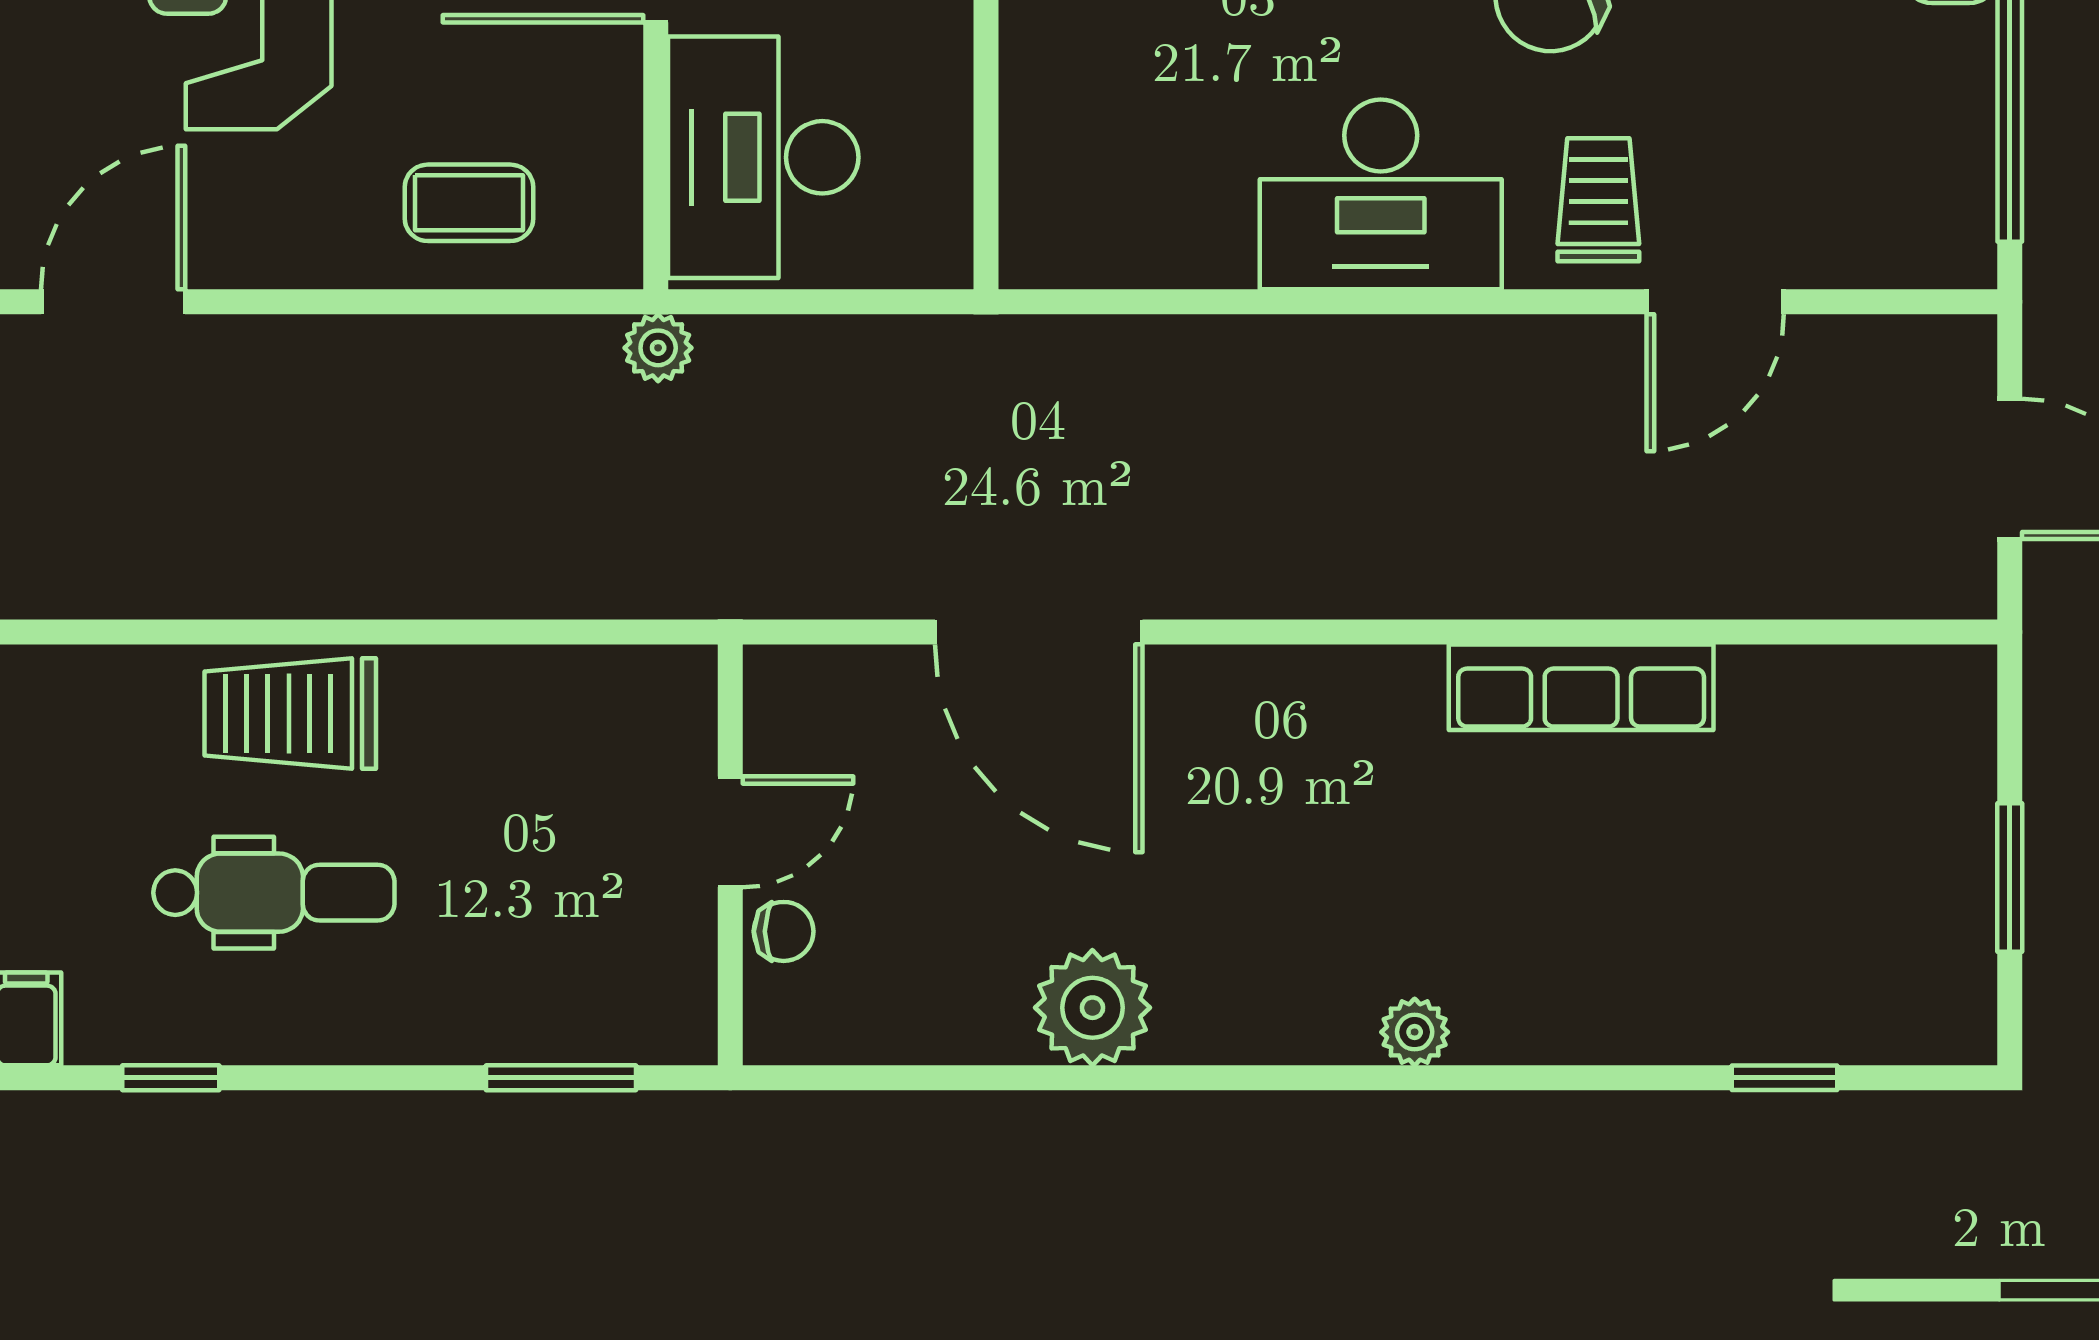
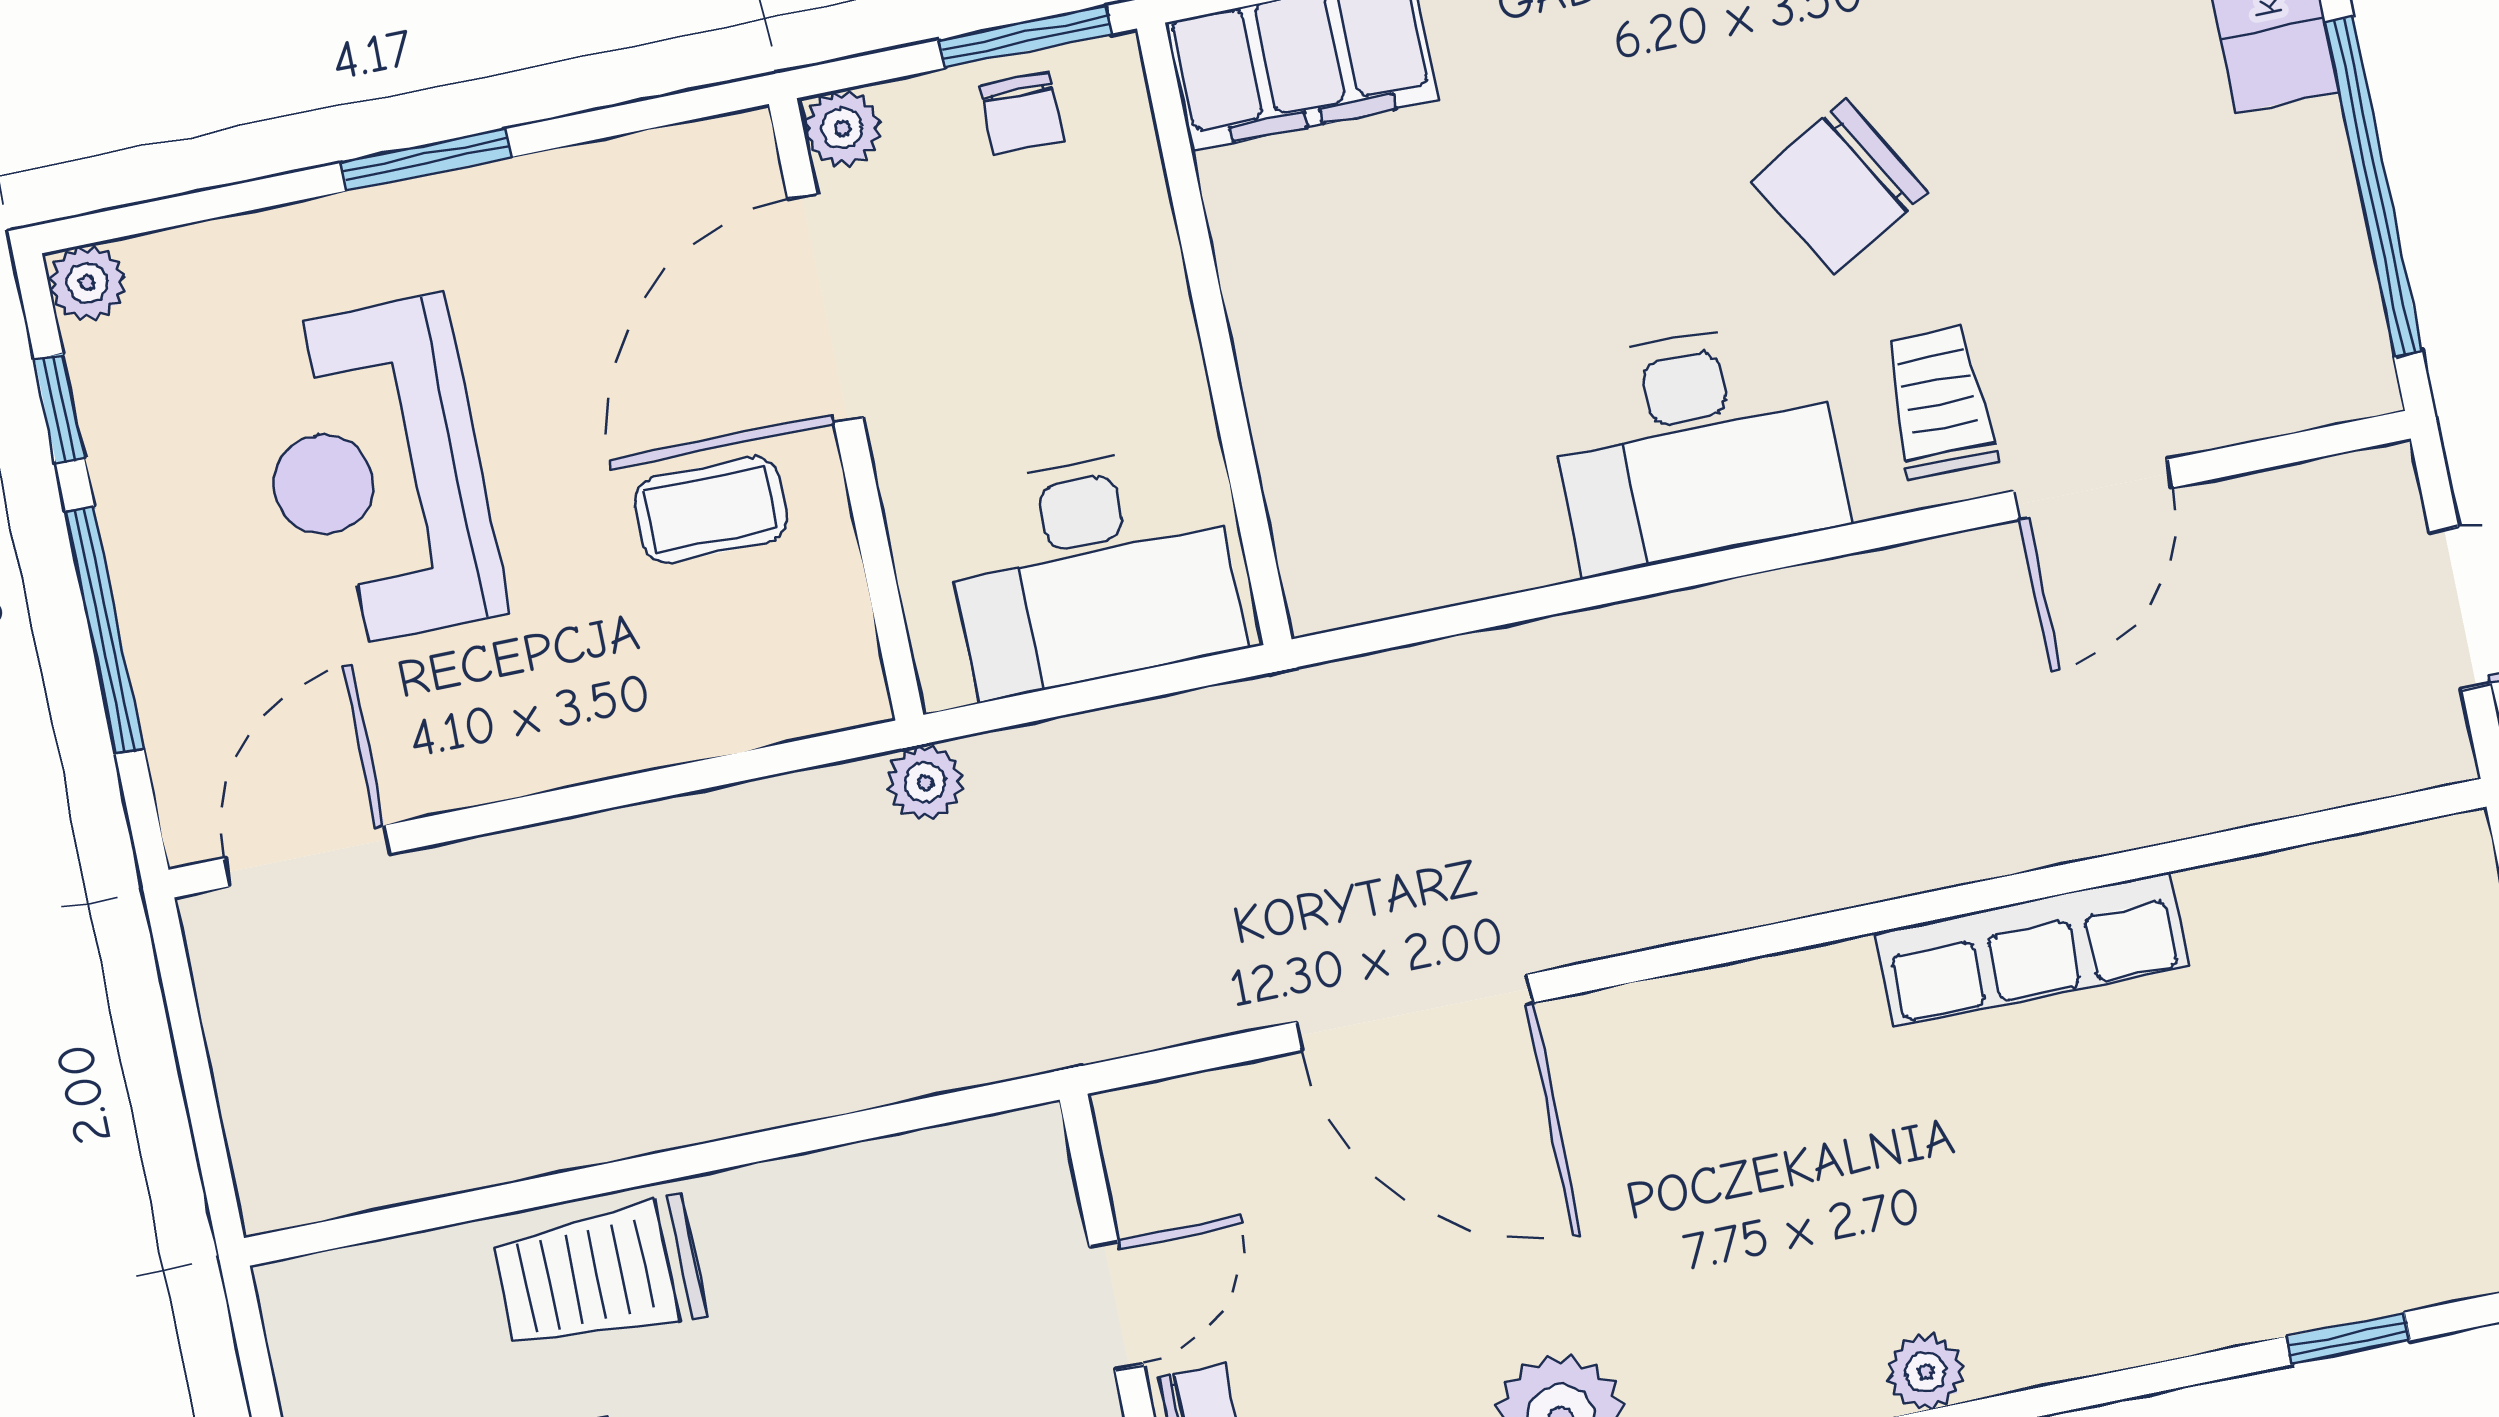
desk: (763, 157) -> (1092, 570), moved, turned -90
coffee table: (469, 203) -> (711, 510), moved

